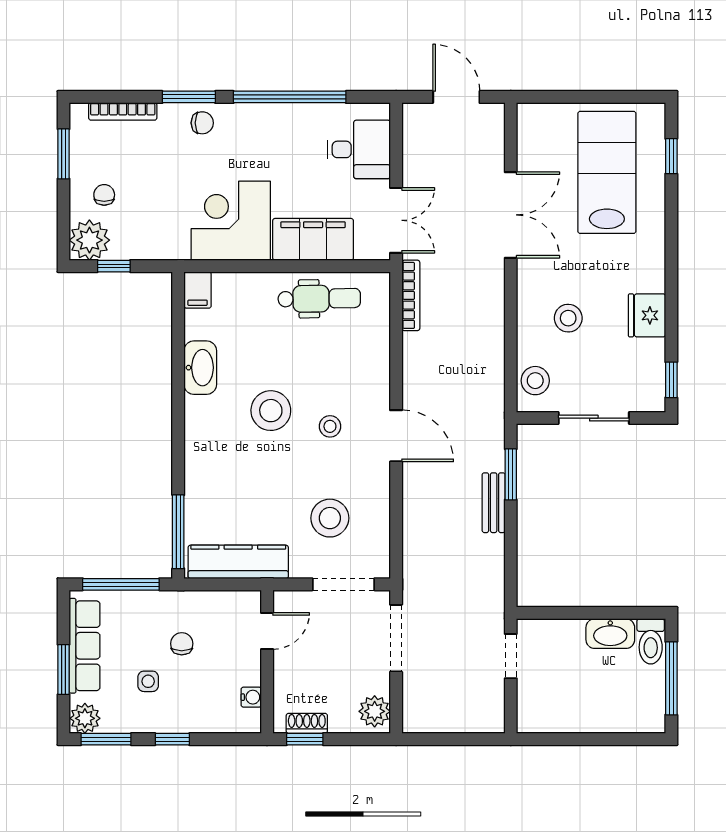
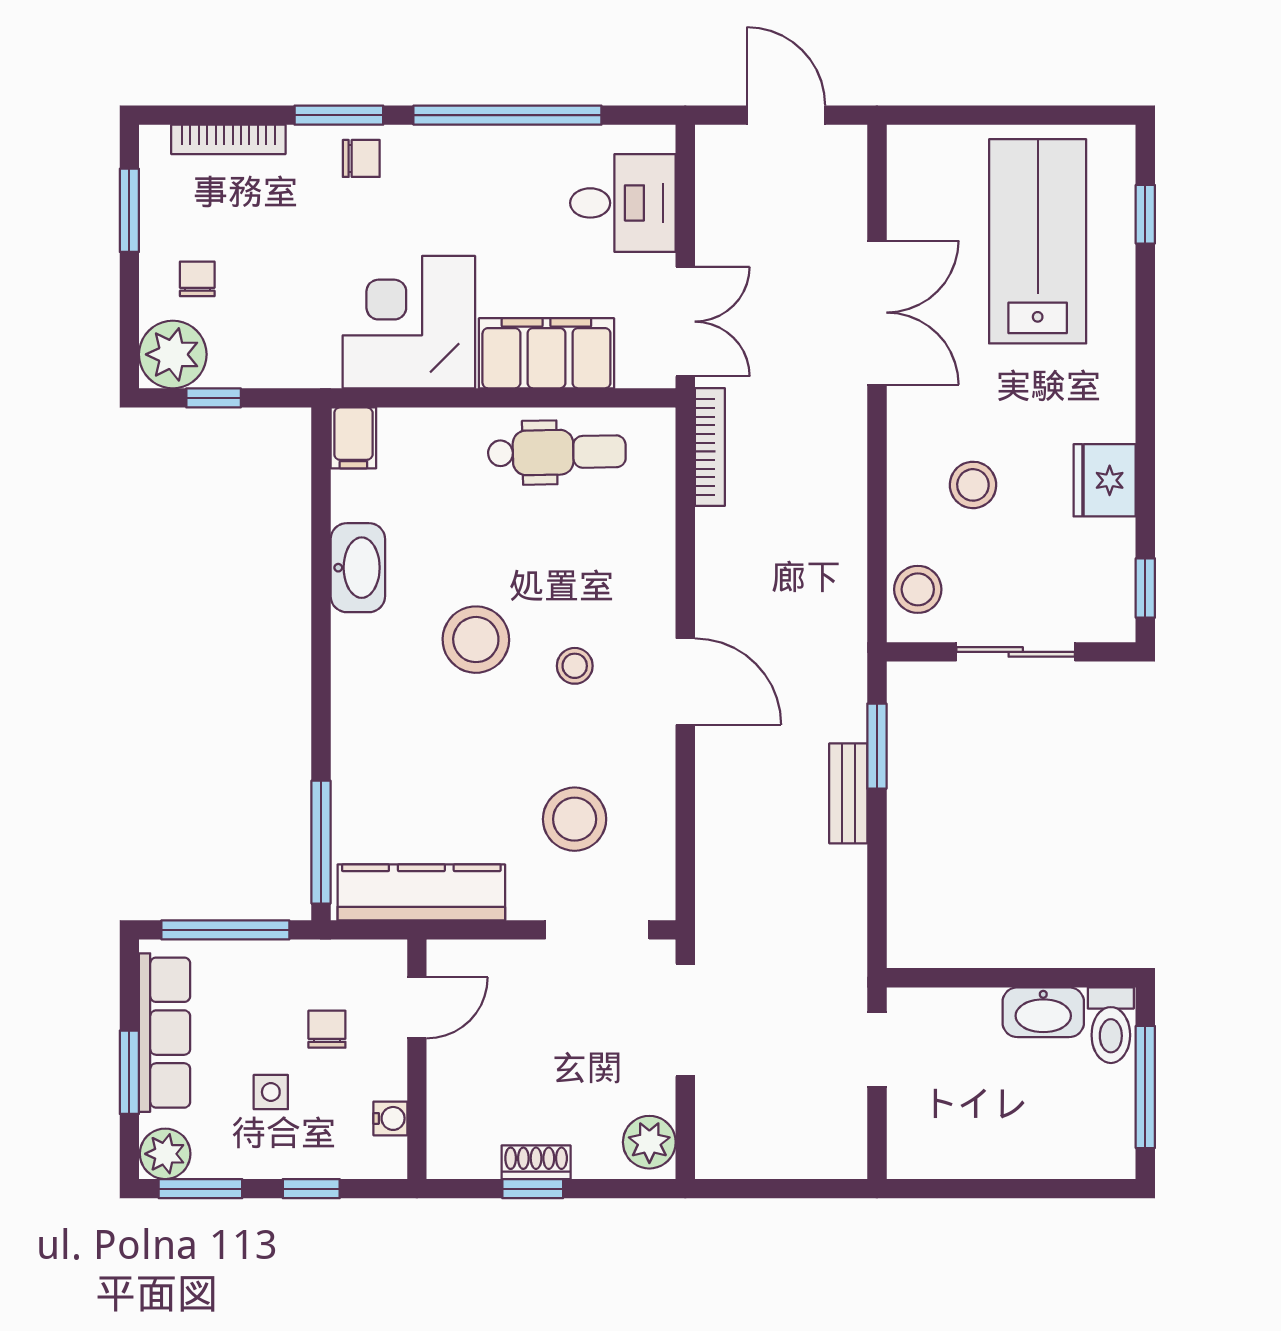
door: (267, 631) -> (417, 1008), moved
wall: (267, 662) -> (417, 1059), moved
water cooler: (251, 697) -> (390, 1118), moved

